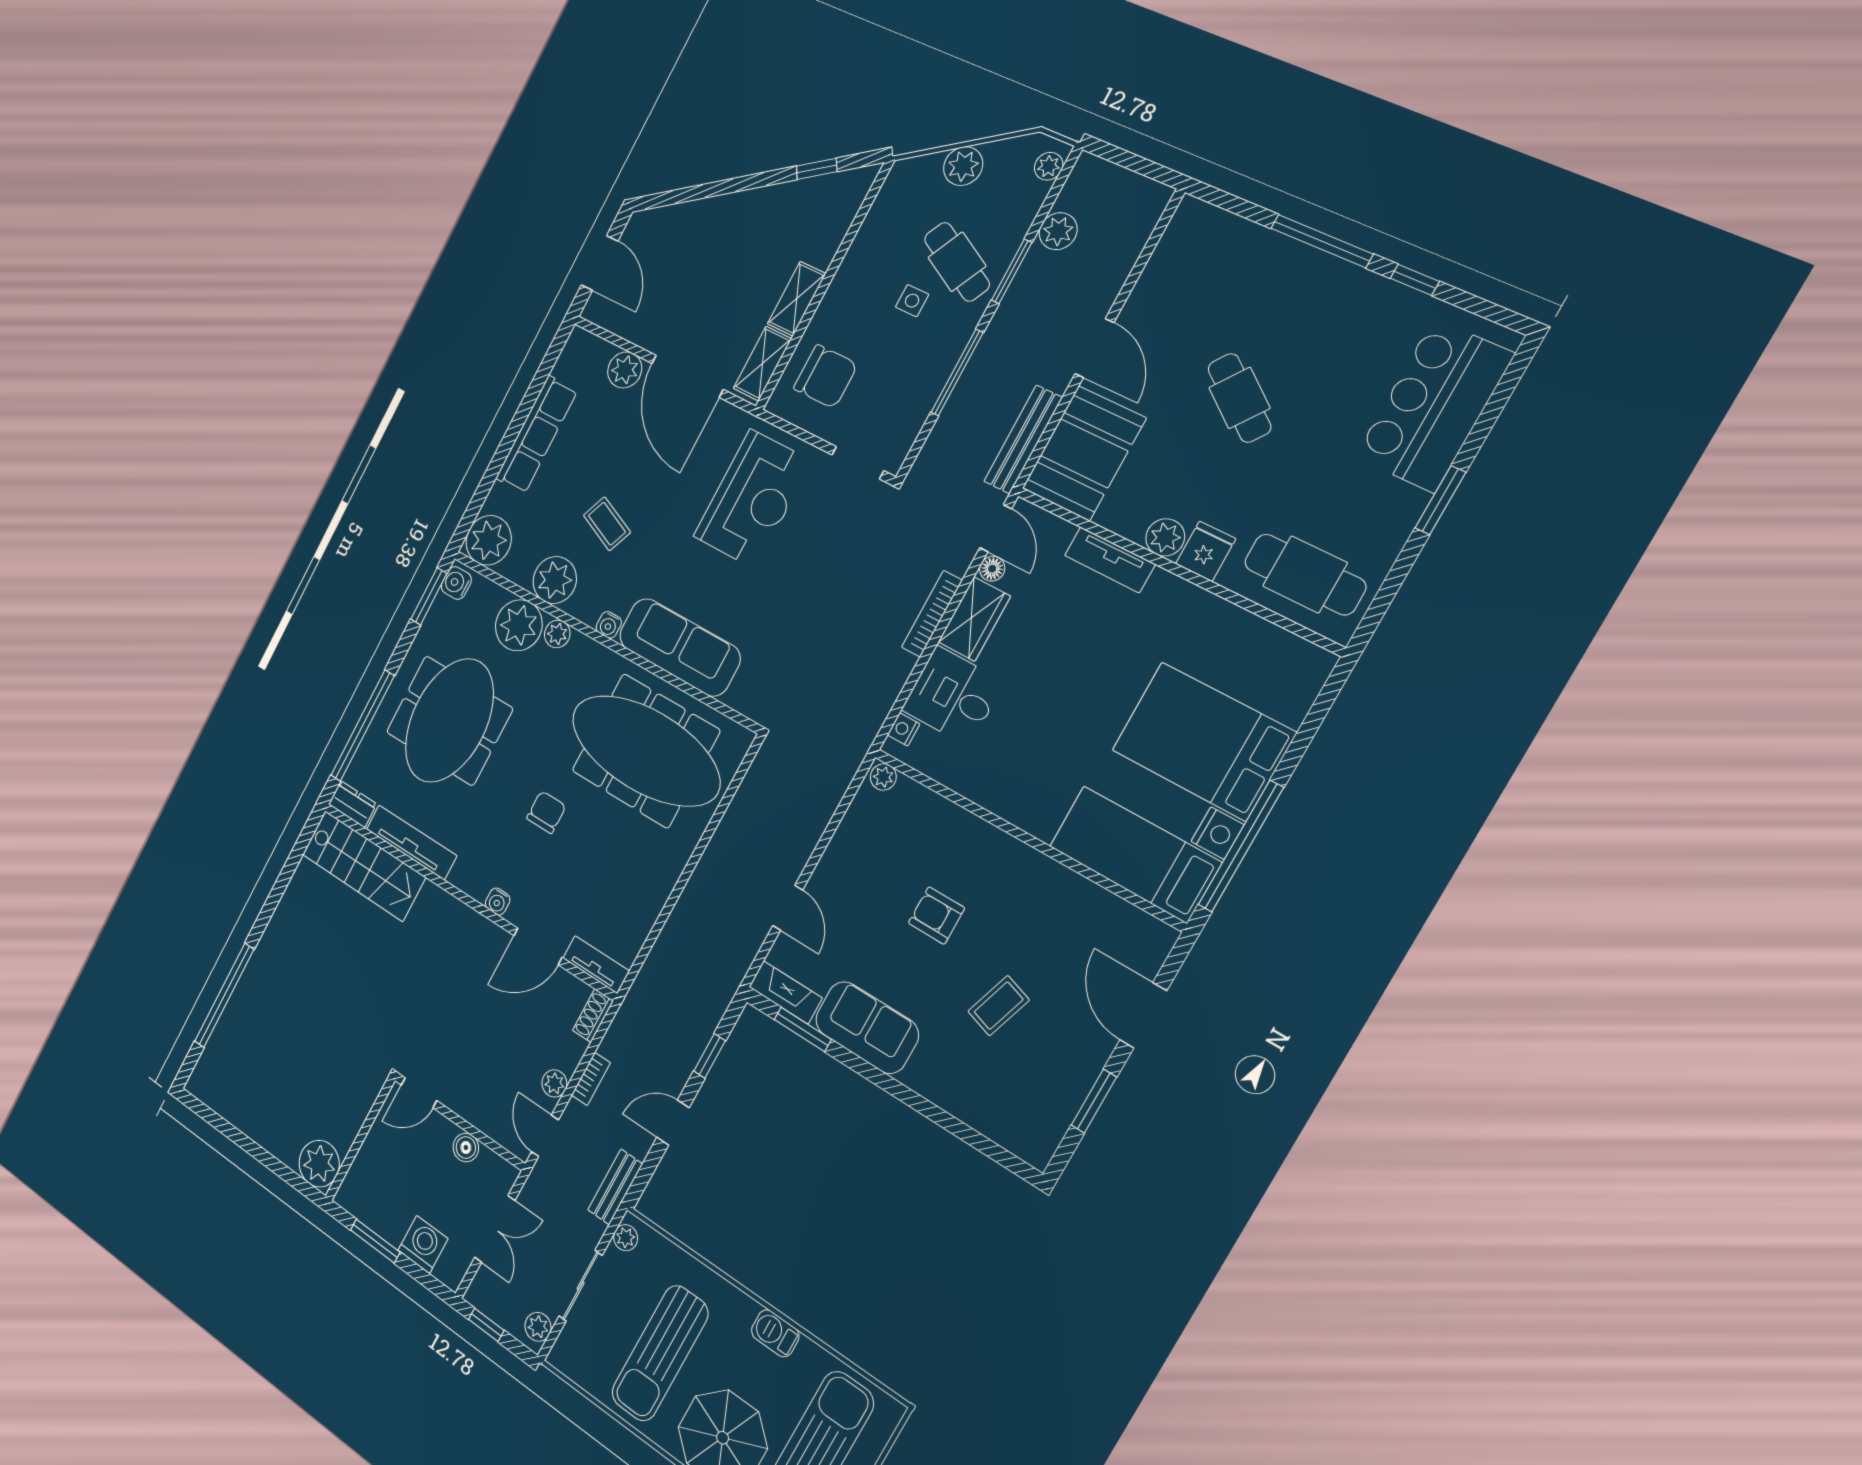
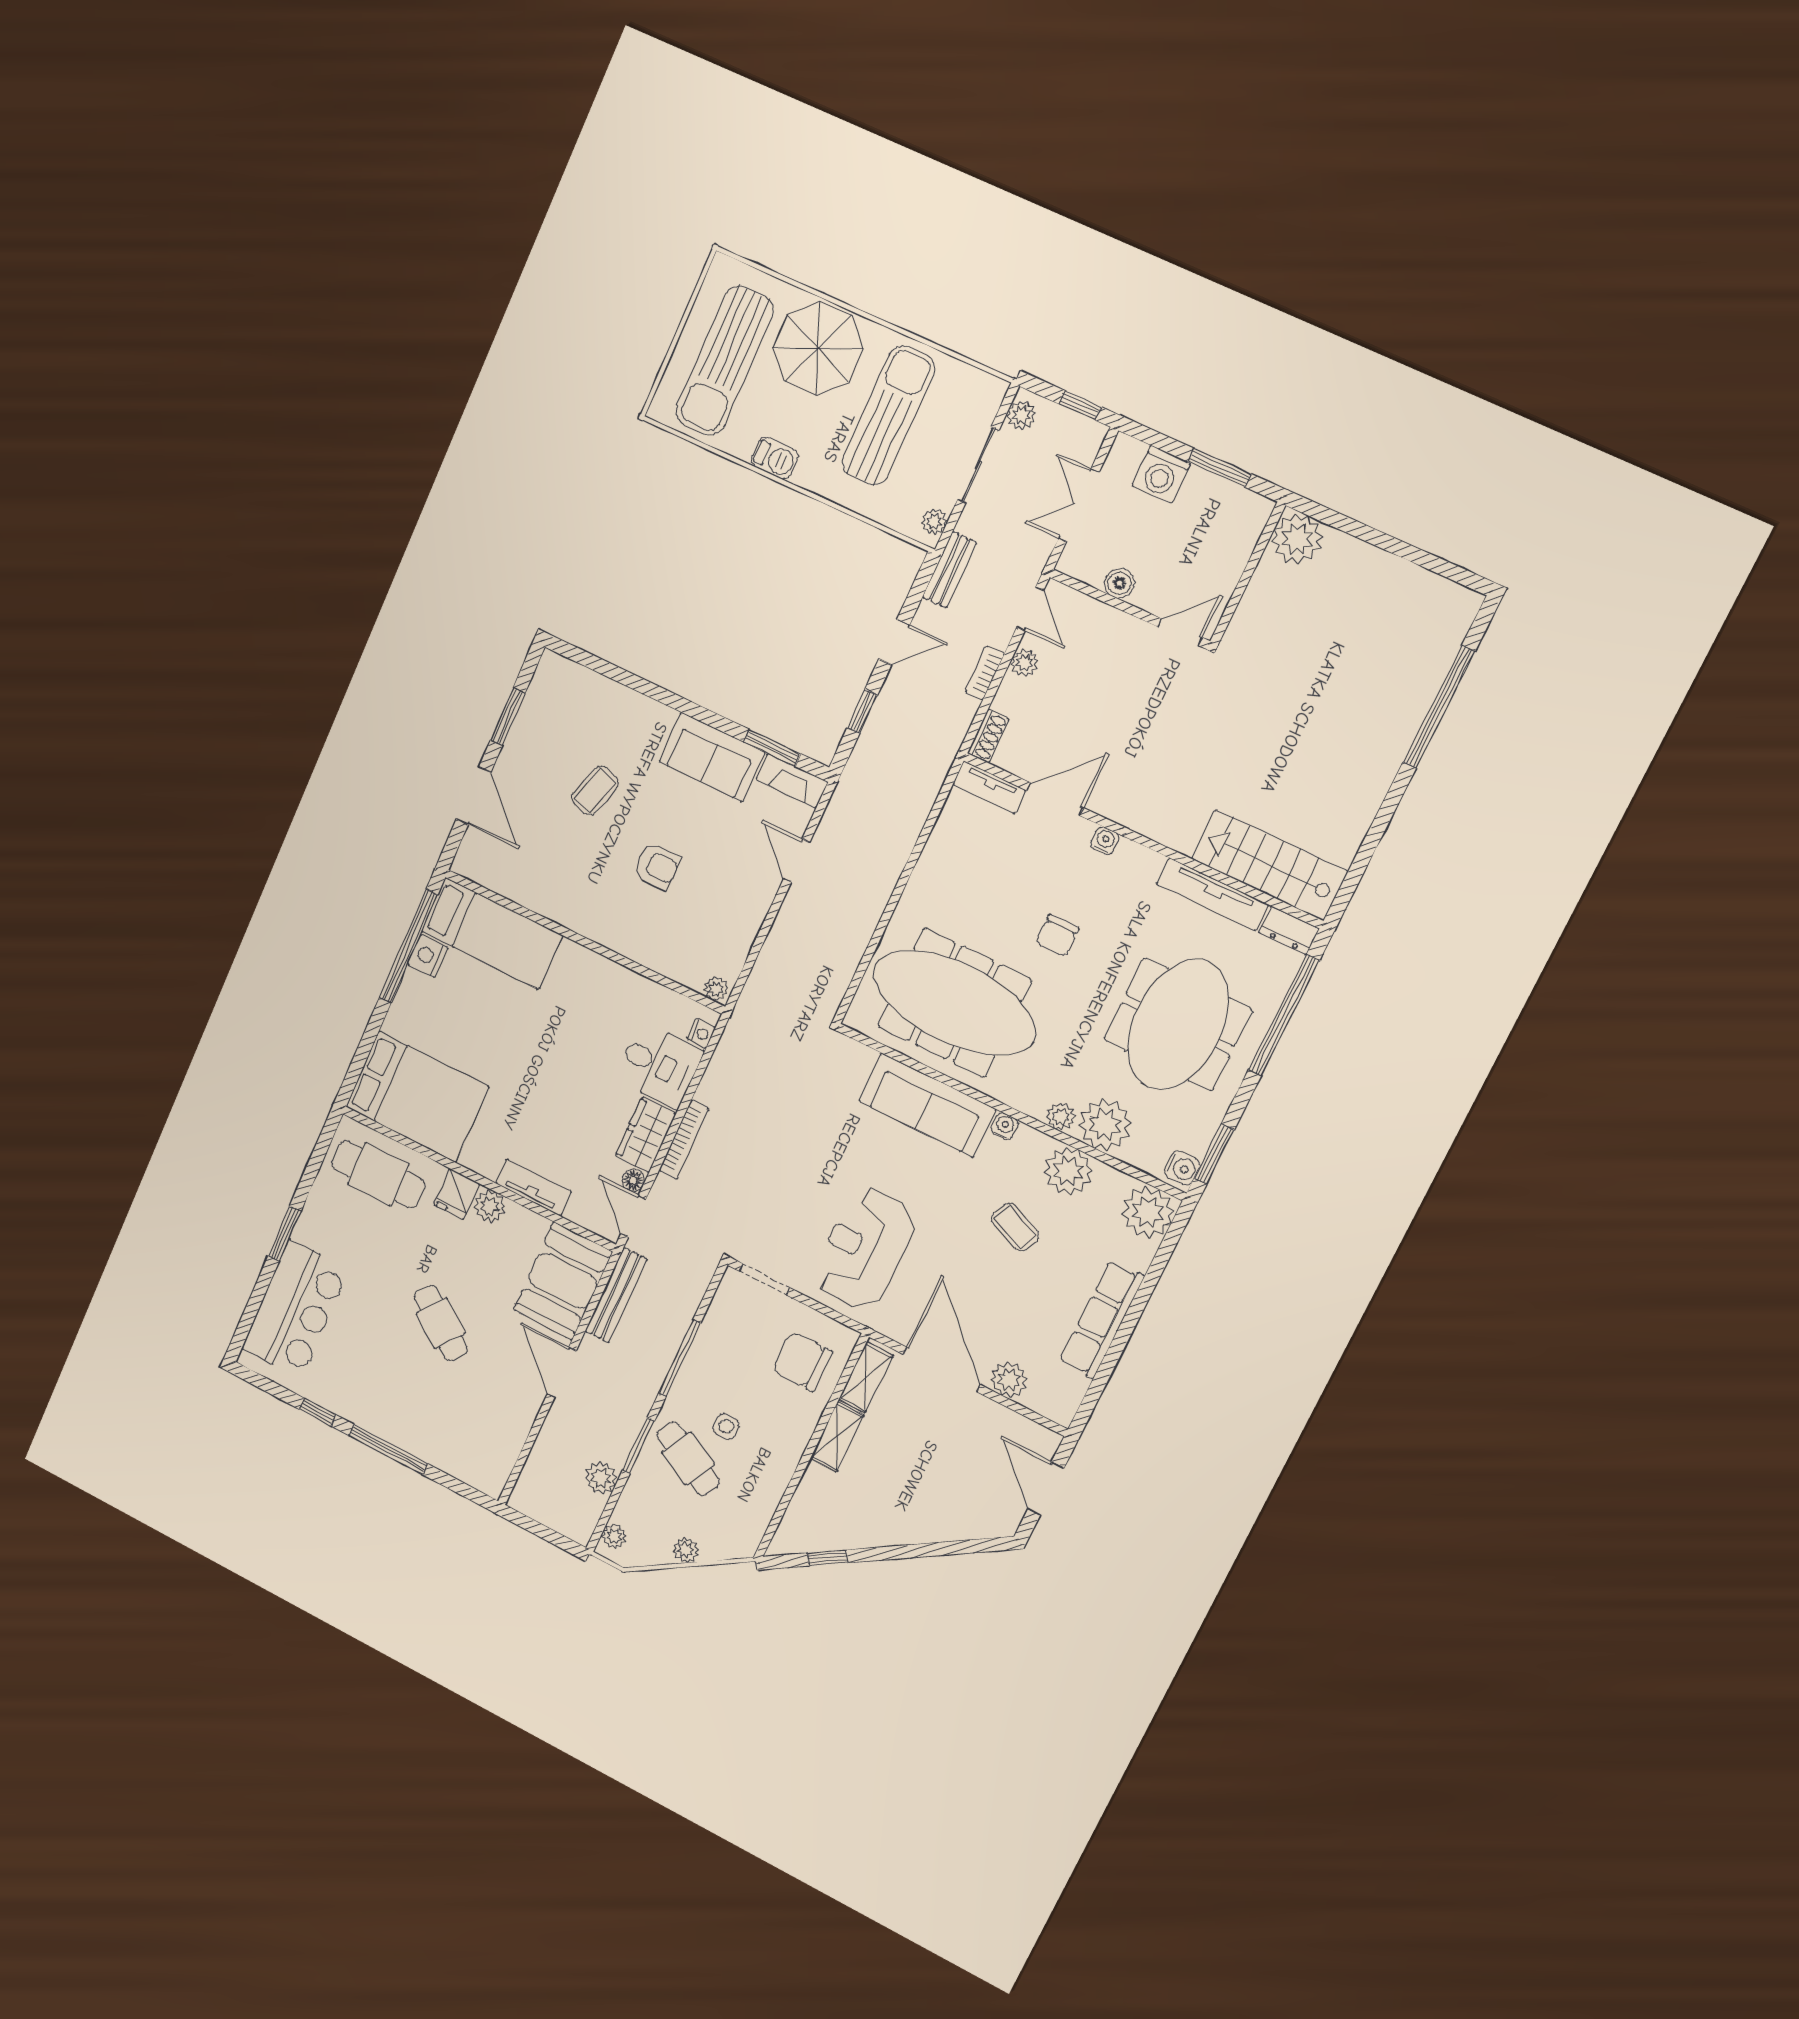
plant: (963, 166) -> (686, 1550), width x0.73, depth x0.73
bed: (1203, 741) -> (417, 1097), moved

